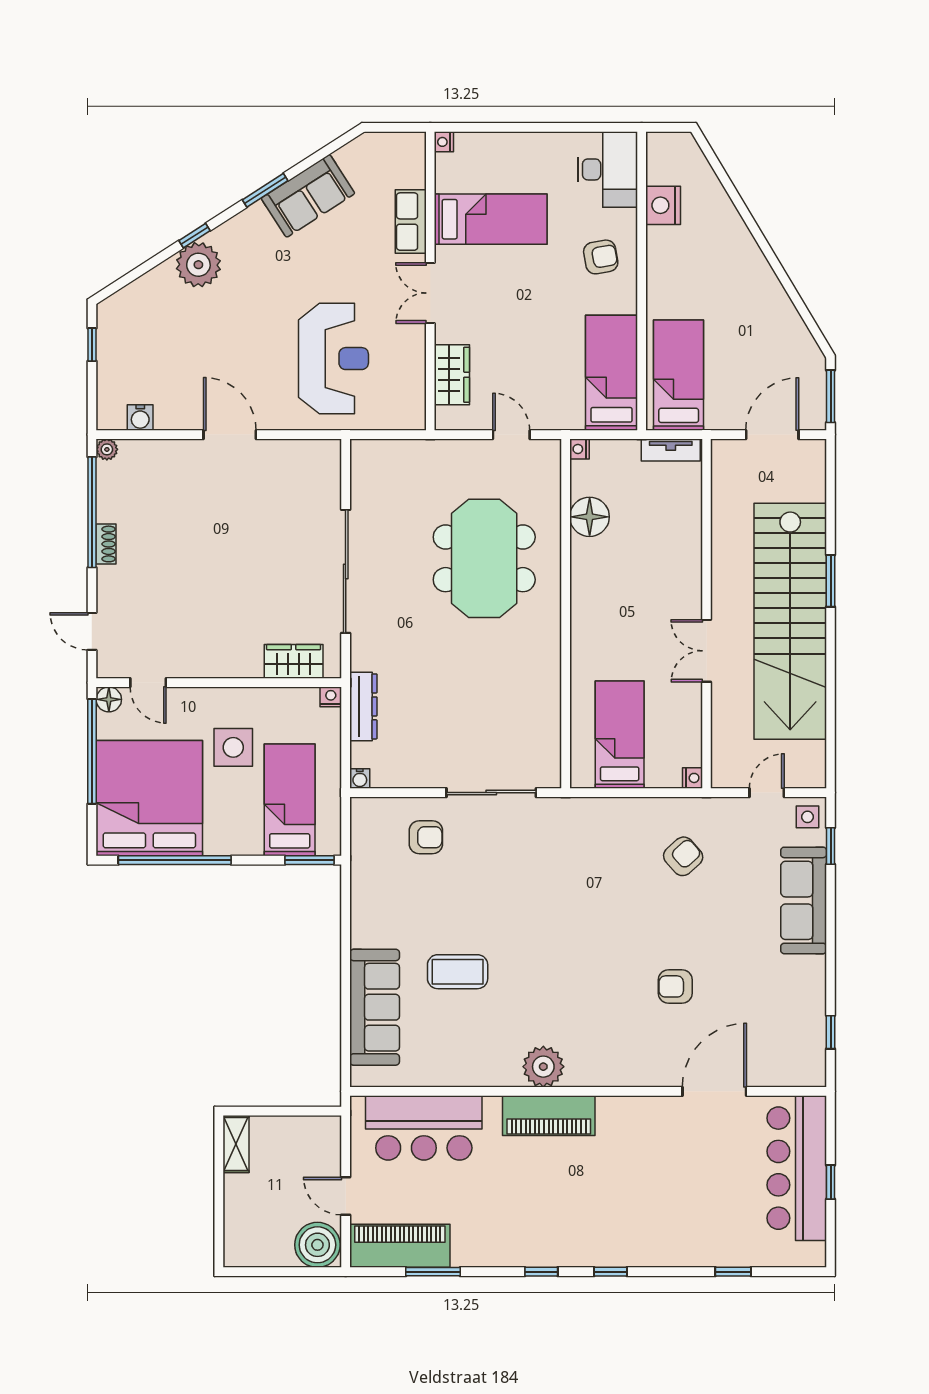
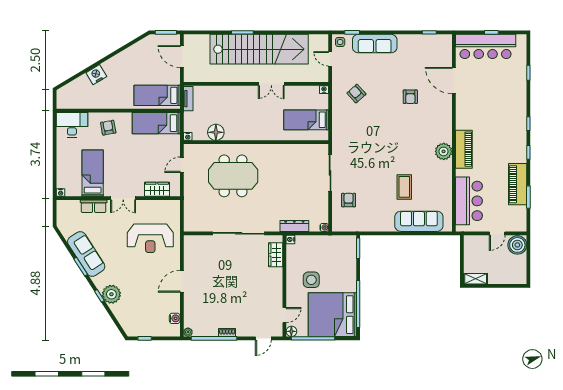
sofa: (308, 196) -> (86, 254), width x1.36
nightstand: (663, 205) -> (96, 75), moved, turned 149
reception desk: (333, 359) -> (150, 238), turned 180
bed: (290, 800) -> (333, 256), removed
piano: (400, 1246) -> (518, 184), moved

